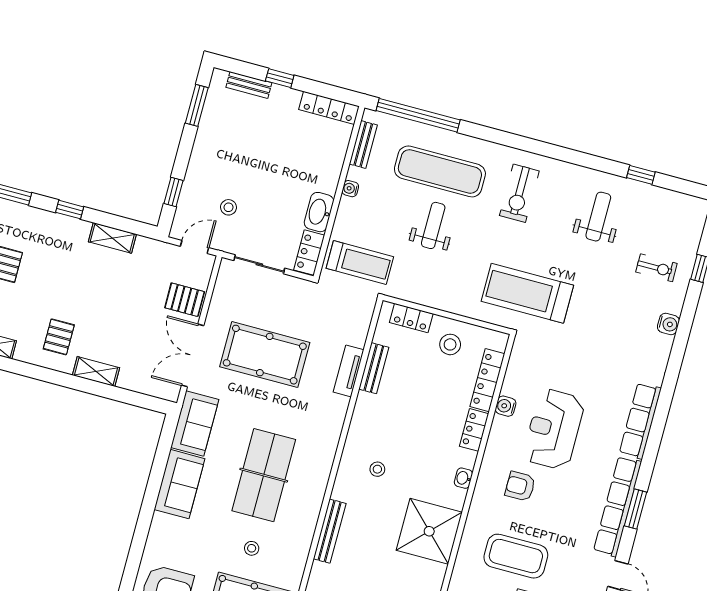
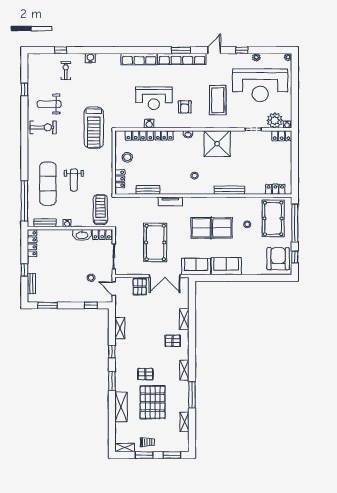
exercise bike: (519, 193) -> (43, 127), moved
weight bench: (433, 225) -> (74, 180), turned -90
tv unit: (349, 371) -> (170, 201), moved

